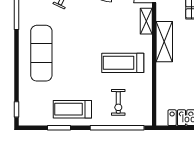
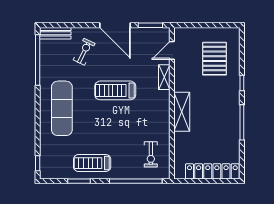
shelving: (164, 42) -> (182, 112), moved
treadmill: (123, 63) -> (115, 90), moved
exercise bike: (118, 102) -> (151, 154), moved

